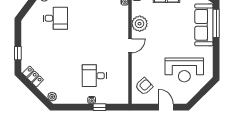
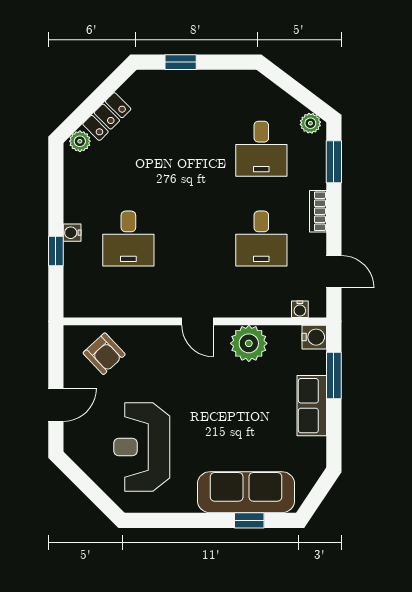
desk: (94, 18) -> (261, 239), added
window: (216, 23) -> (249, 520), width x0.46
locker: (33, 76) -> (107, 117), moved
desk: (94, 76) -> (128, 239), turned 180

